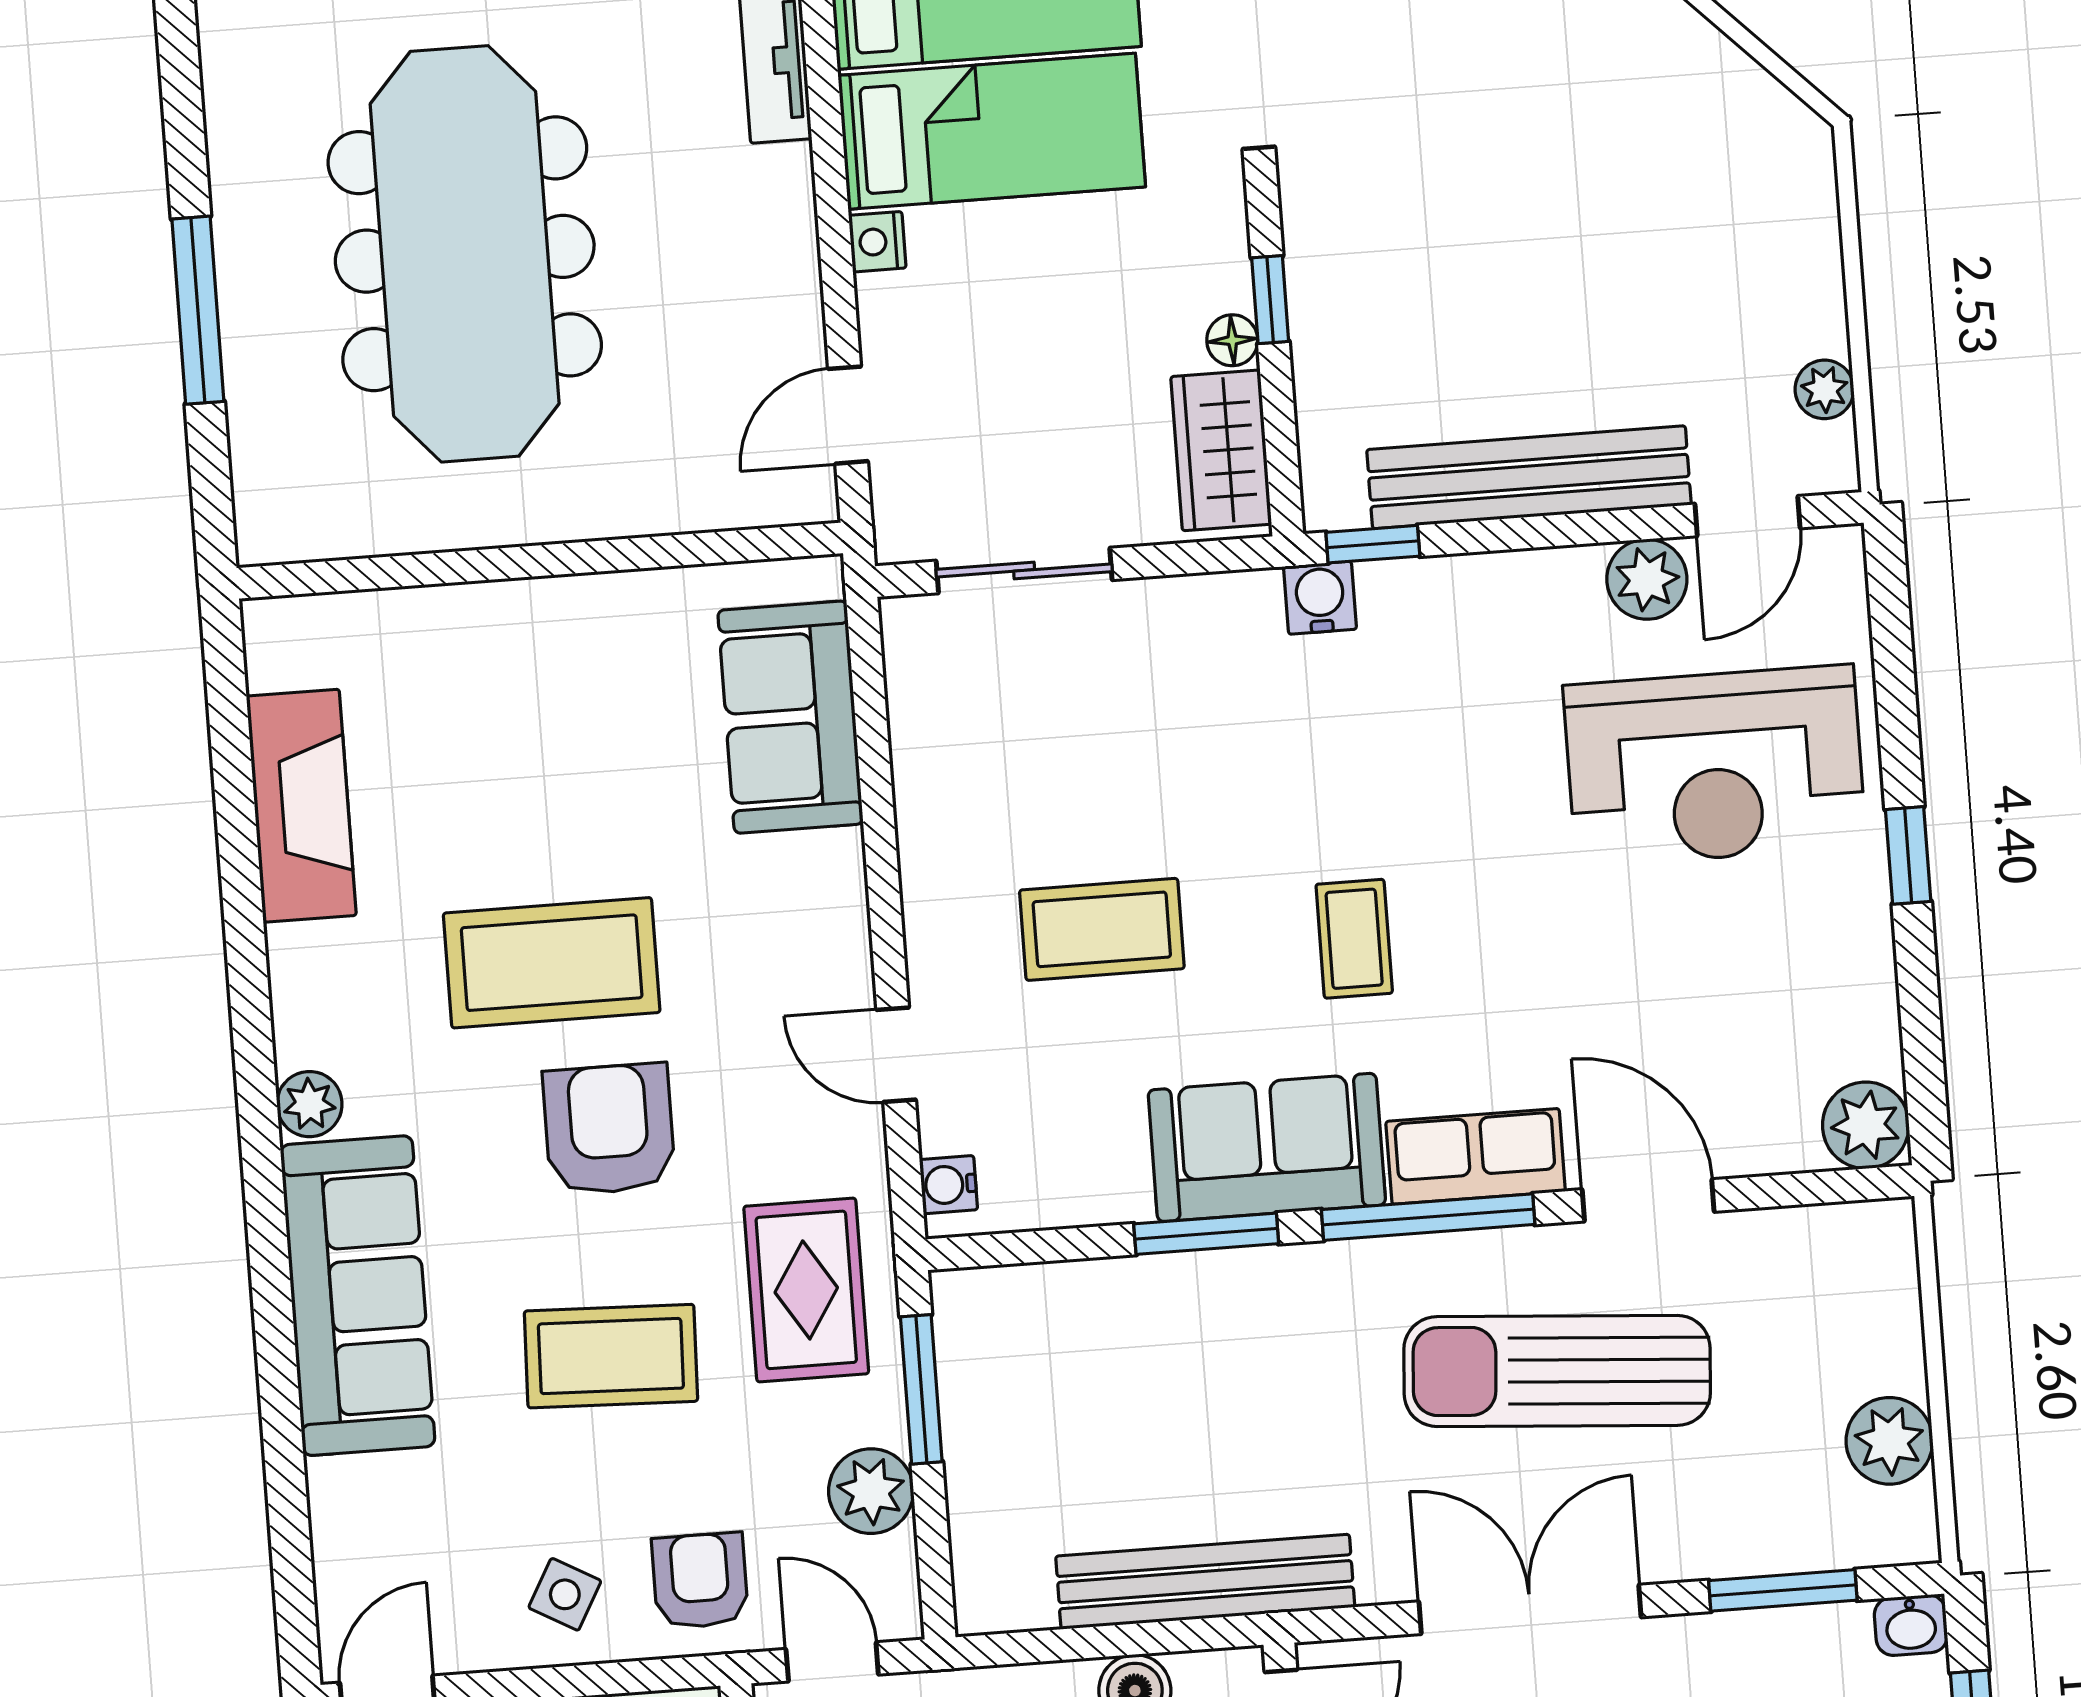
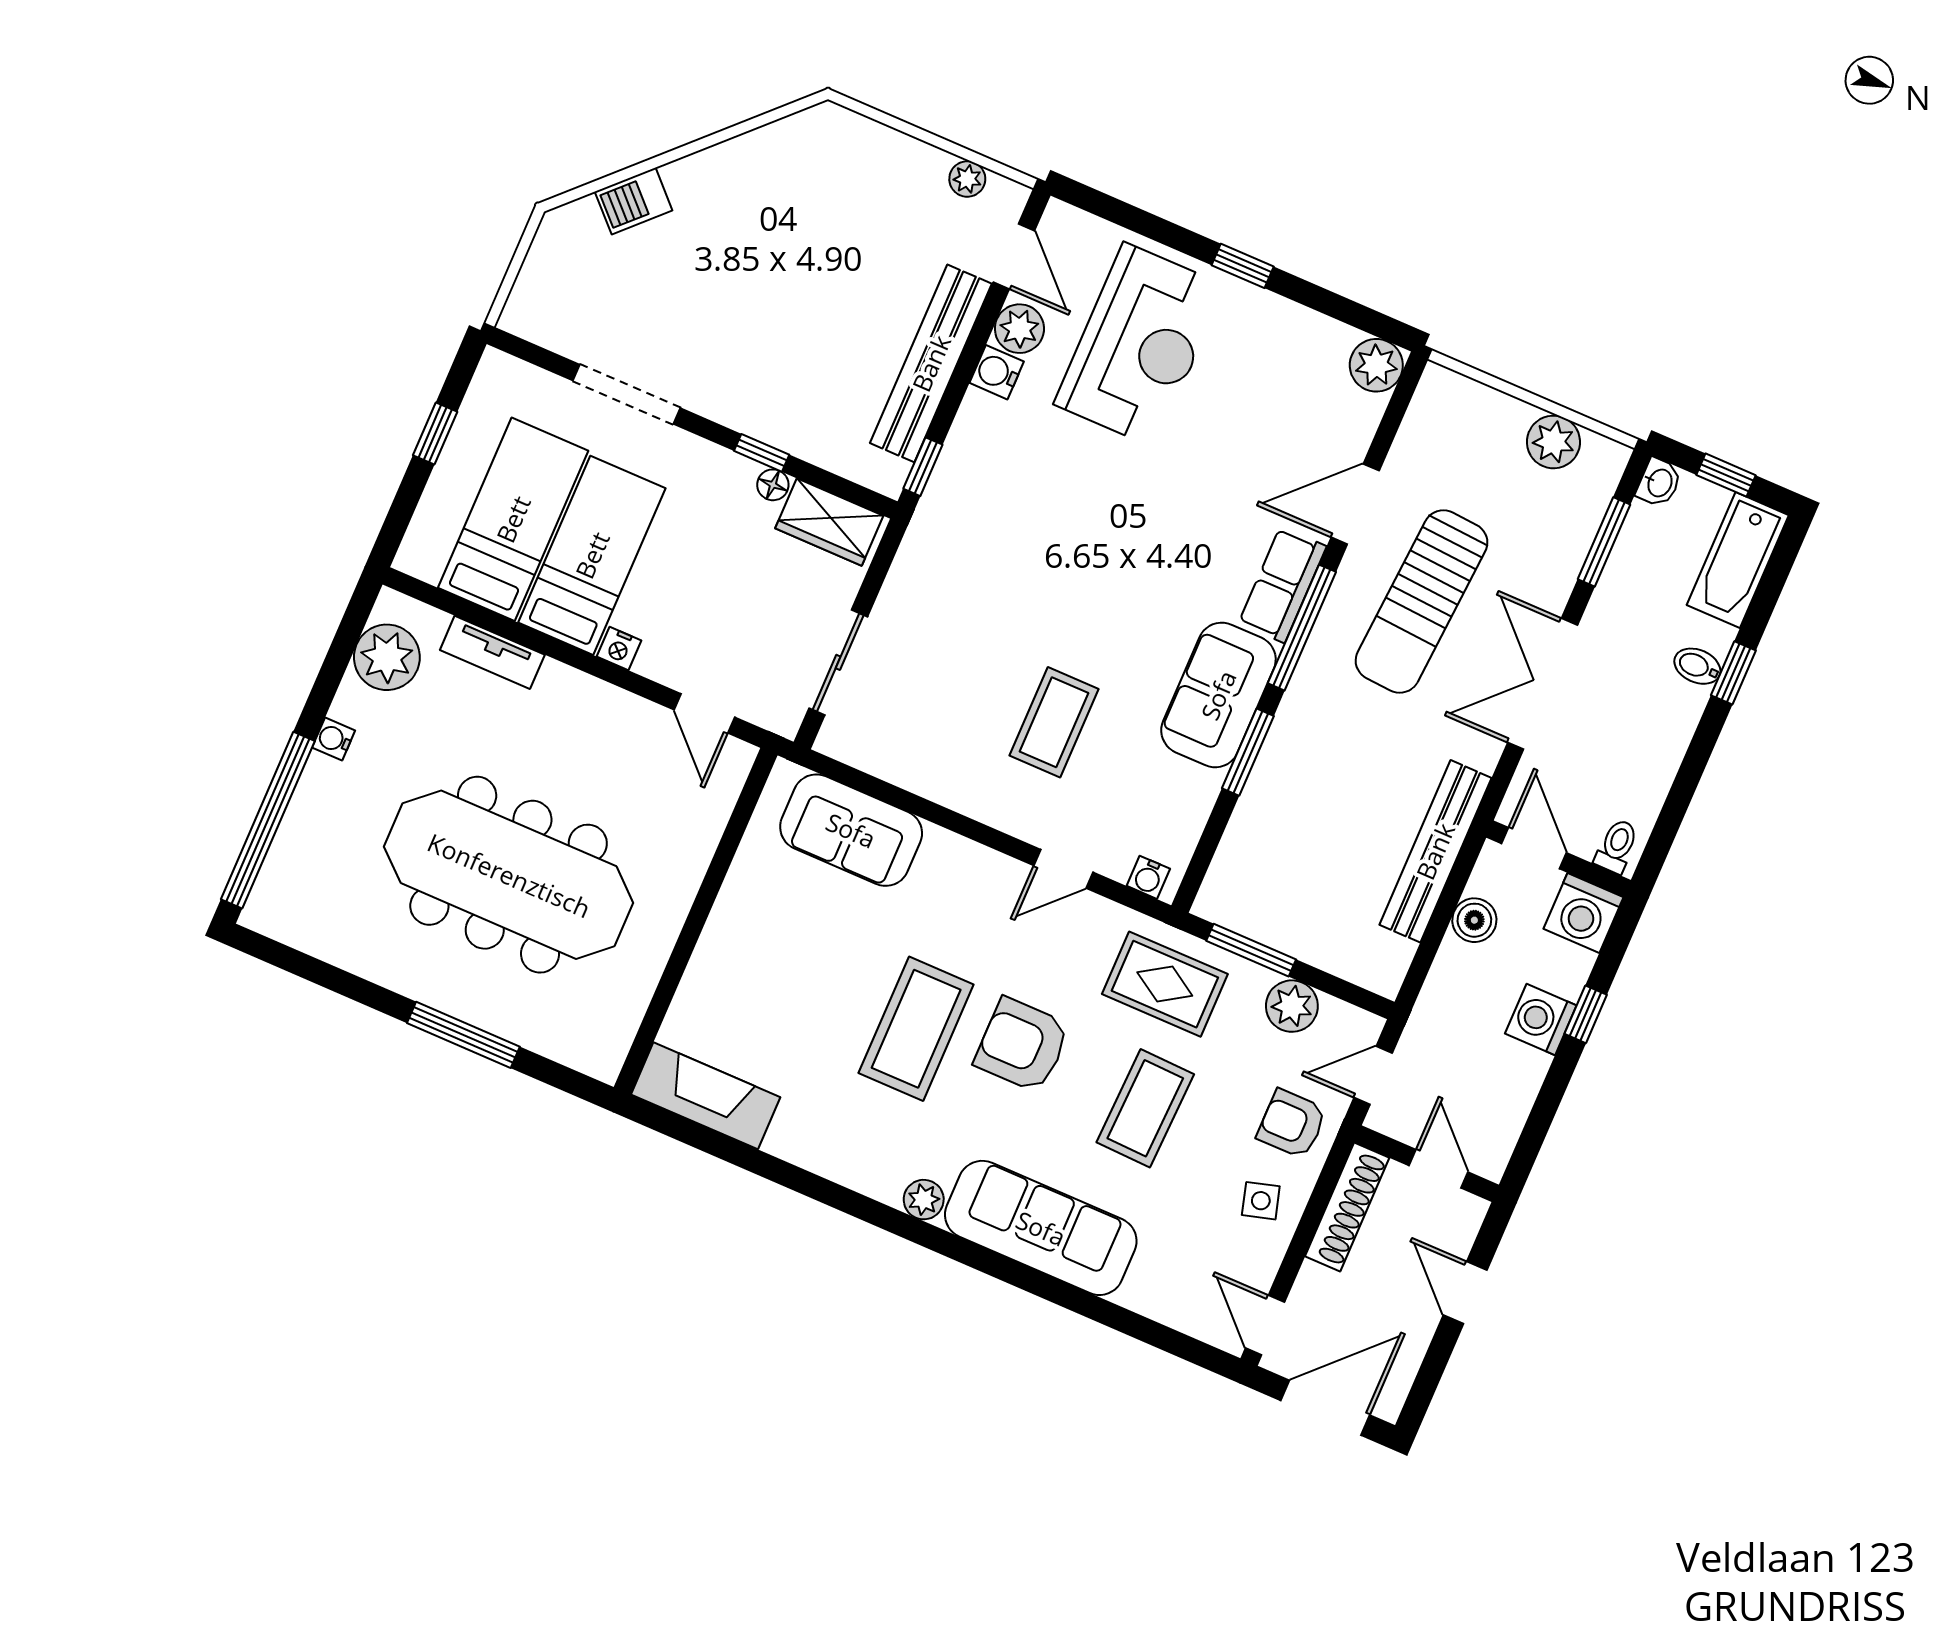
water cooler: (1320, 598) -> (997, 372), moved
fireplace: (301, 806) -> (706, 1096), moved
coffee table: (1354, 939) -> (1131, 589), removed
side table: (565, 1594) -> (1261, 1201), turned 45

